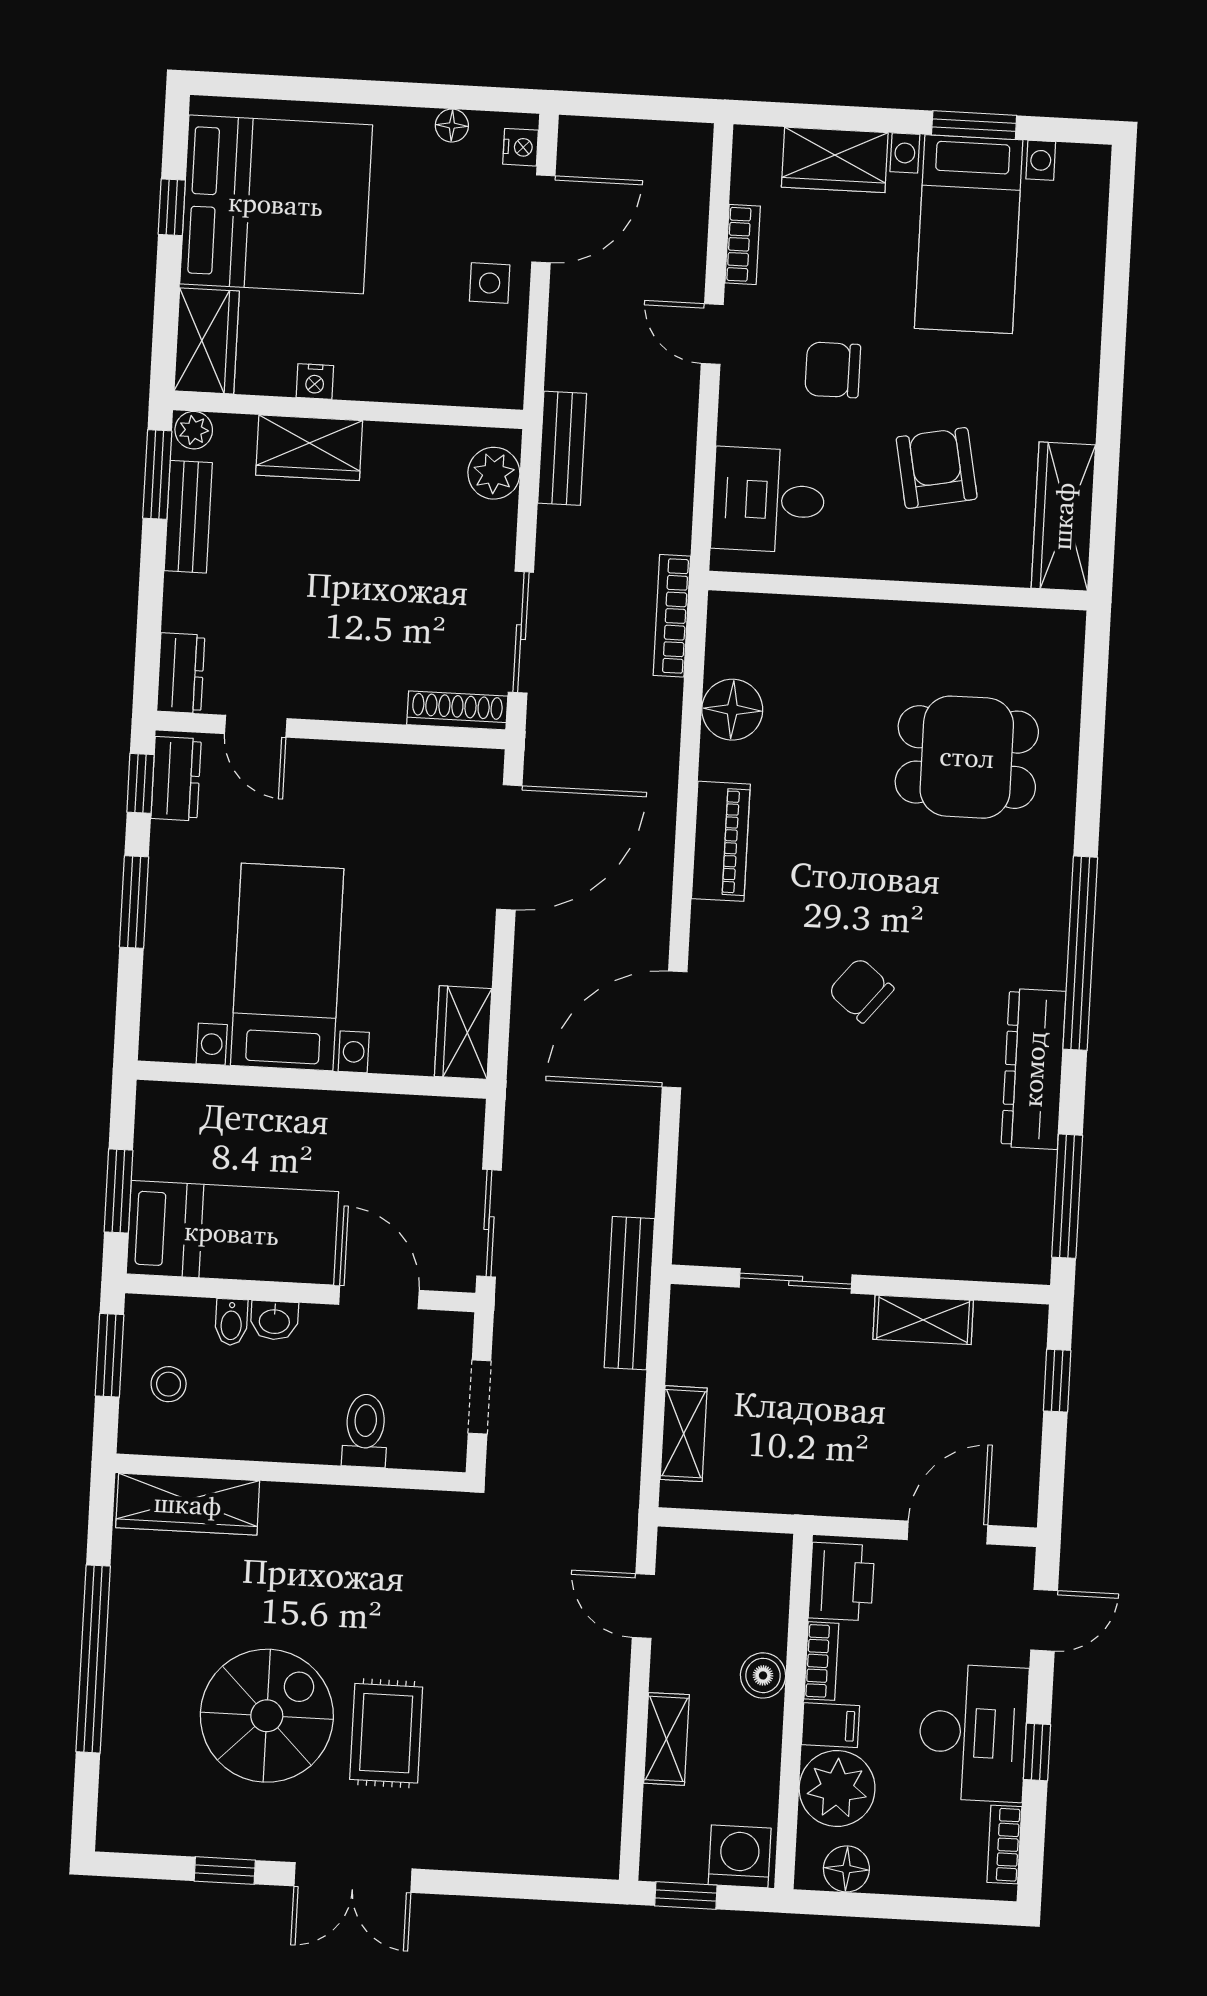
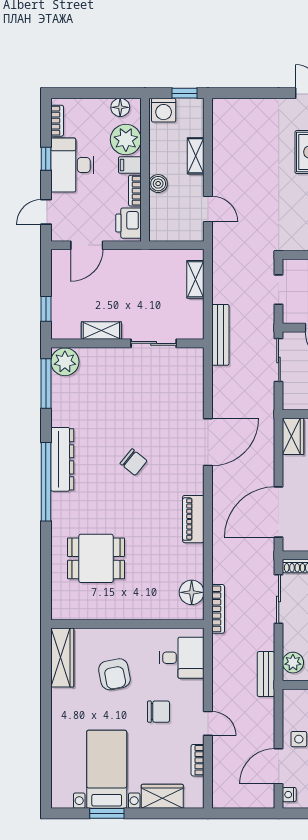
floor lamp: (732, 710) -> (192, 592), moved
dresser: (1034, 1069) -> (62, 459), moved
plant: (1017, 1247) -> (65, 362), added

